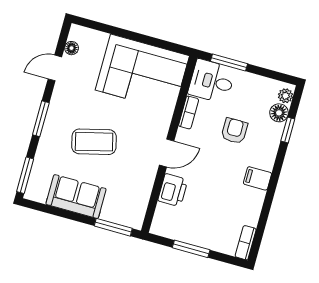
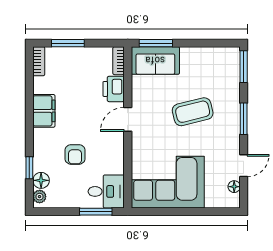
bookcase: (189, 112) -> (119, 61), moved
filing cabinet: (257, 178) -> (44, 111), width x2.00
sofa: (76, 197) -> (155, 60), moved
window: (191, 249) -> (68, 43), moved

